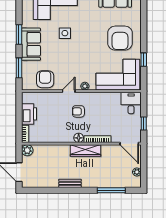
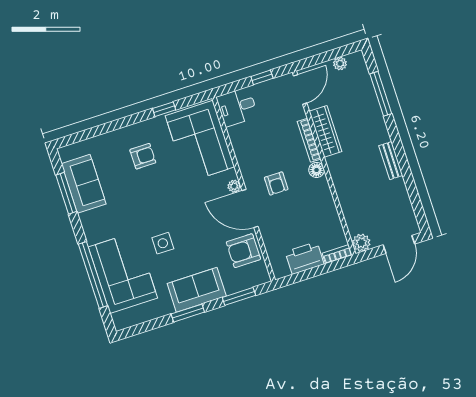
armchair: (120, 38) -> (143, 156), width x0.53, depth x0.53
door: (69, 91) -> (250, 209), width x1.87
wardrobe: (85, 150) -> (325, 131), moved

